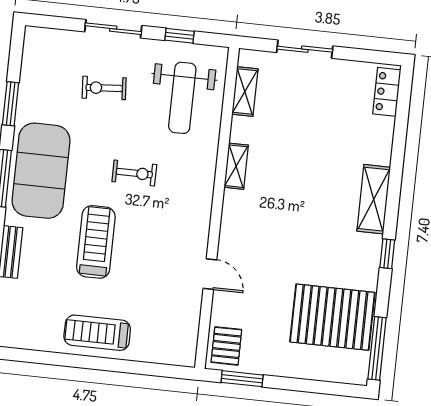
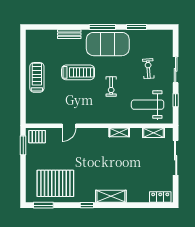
sliding door: (305, 49) -> (176, 158), width x1.37
pallet: (332, 317) -> (55, 183), turned 90
window: (377, 348) -> (43, 205), width x0.69

